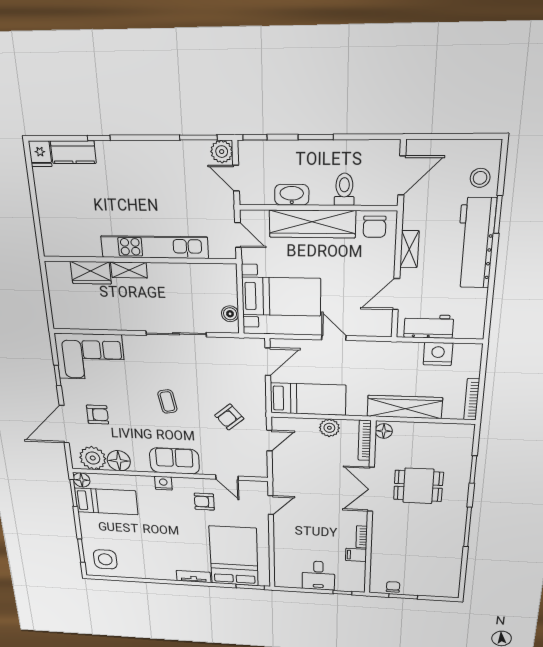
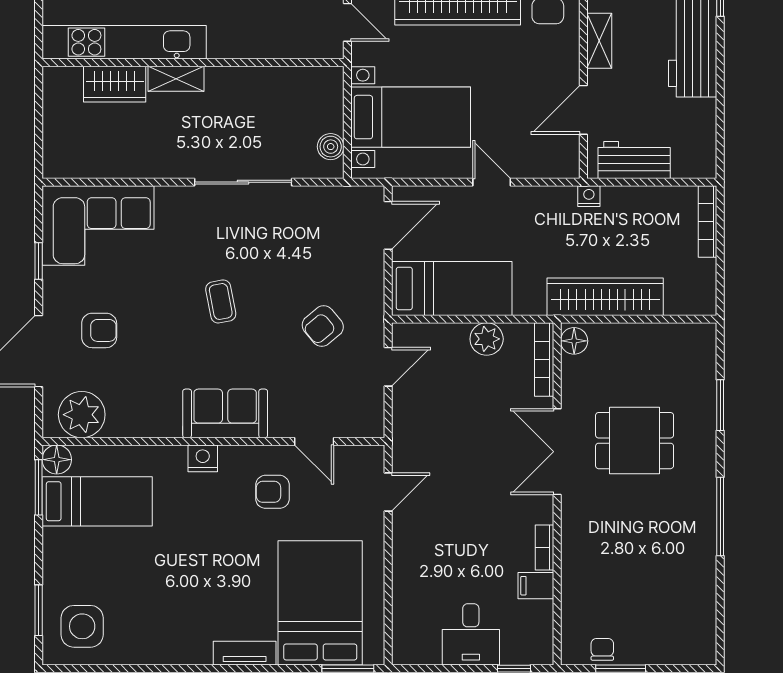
kitchen unit: (154, 247) -> (124, 42), moved
nightstand: (438, 354) -> (589, 196), moved, width x0.53, depth x0.56
bookcase: (472, 399) -> (708, 221), moved
floor lamp: (119, 461) -> (127, 418), removed

